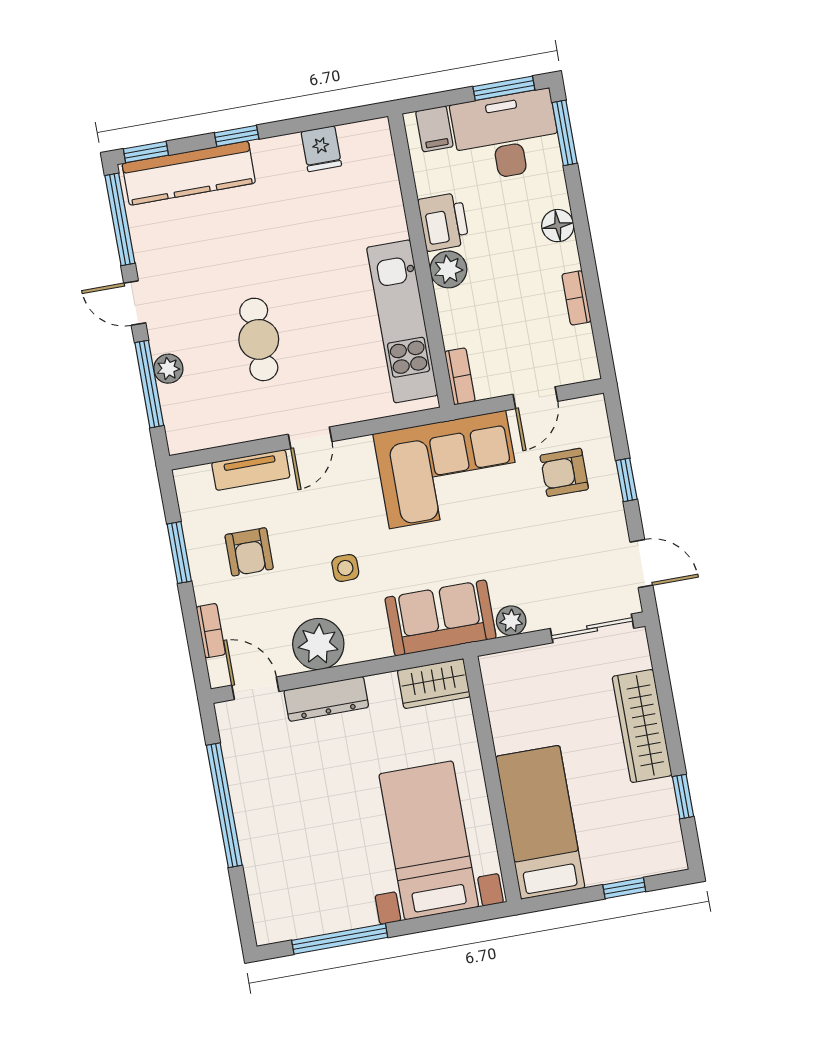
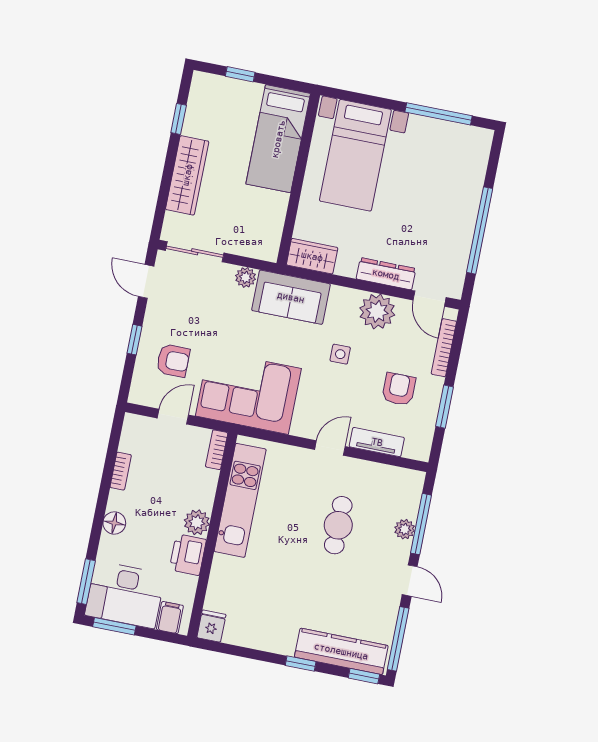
fridge: (321, 149) -> (211, 626), moved
bookcase: (211, 631) -> (444, 348), width x1.56

